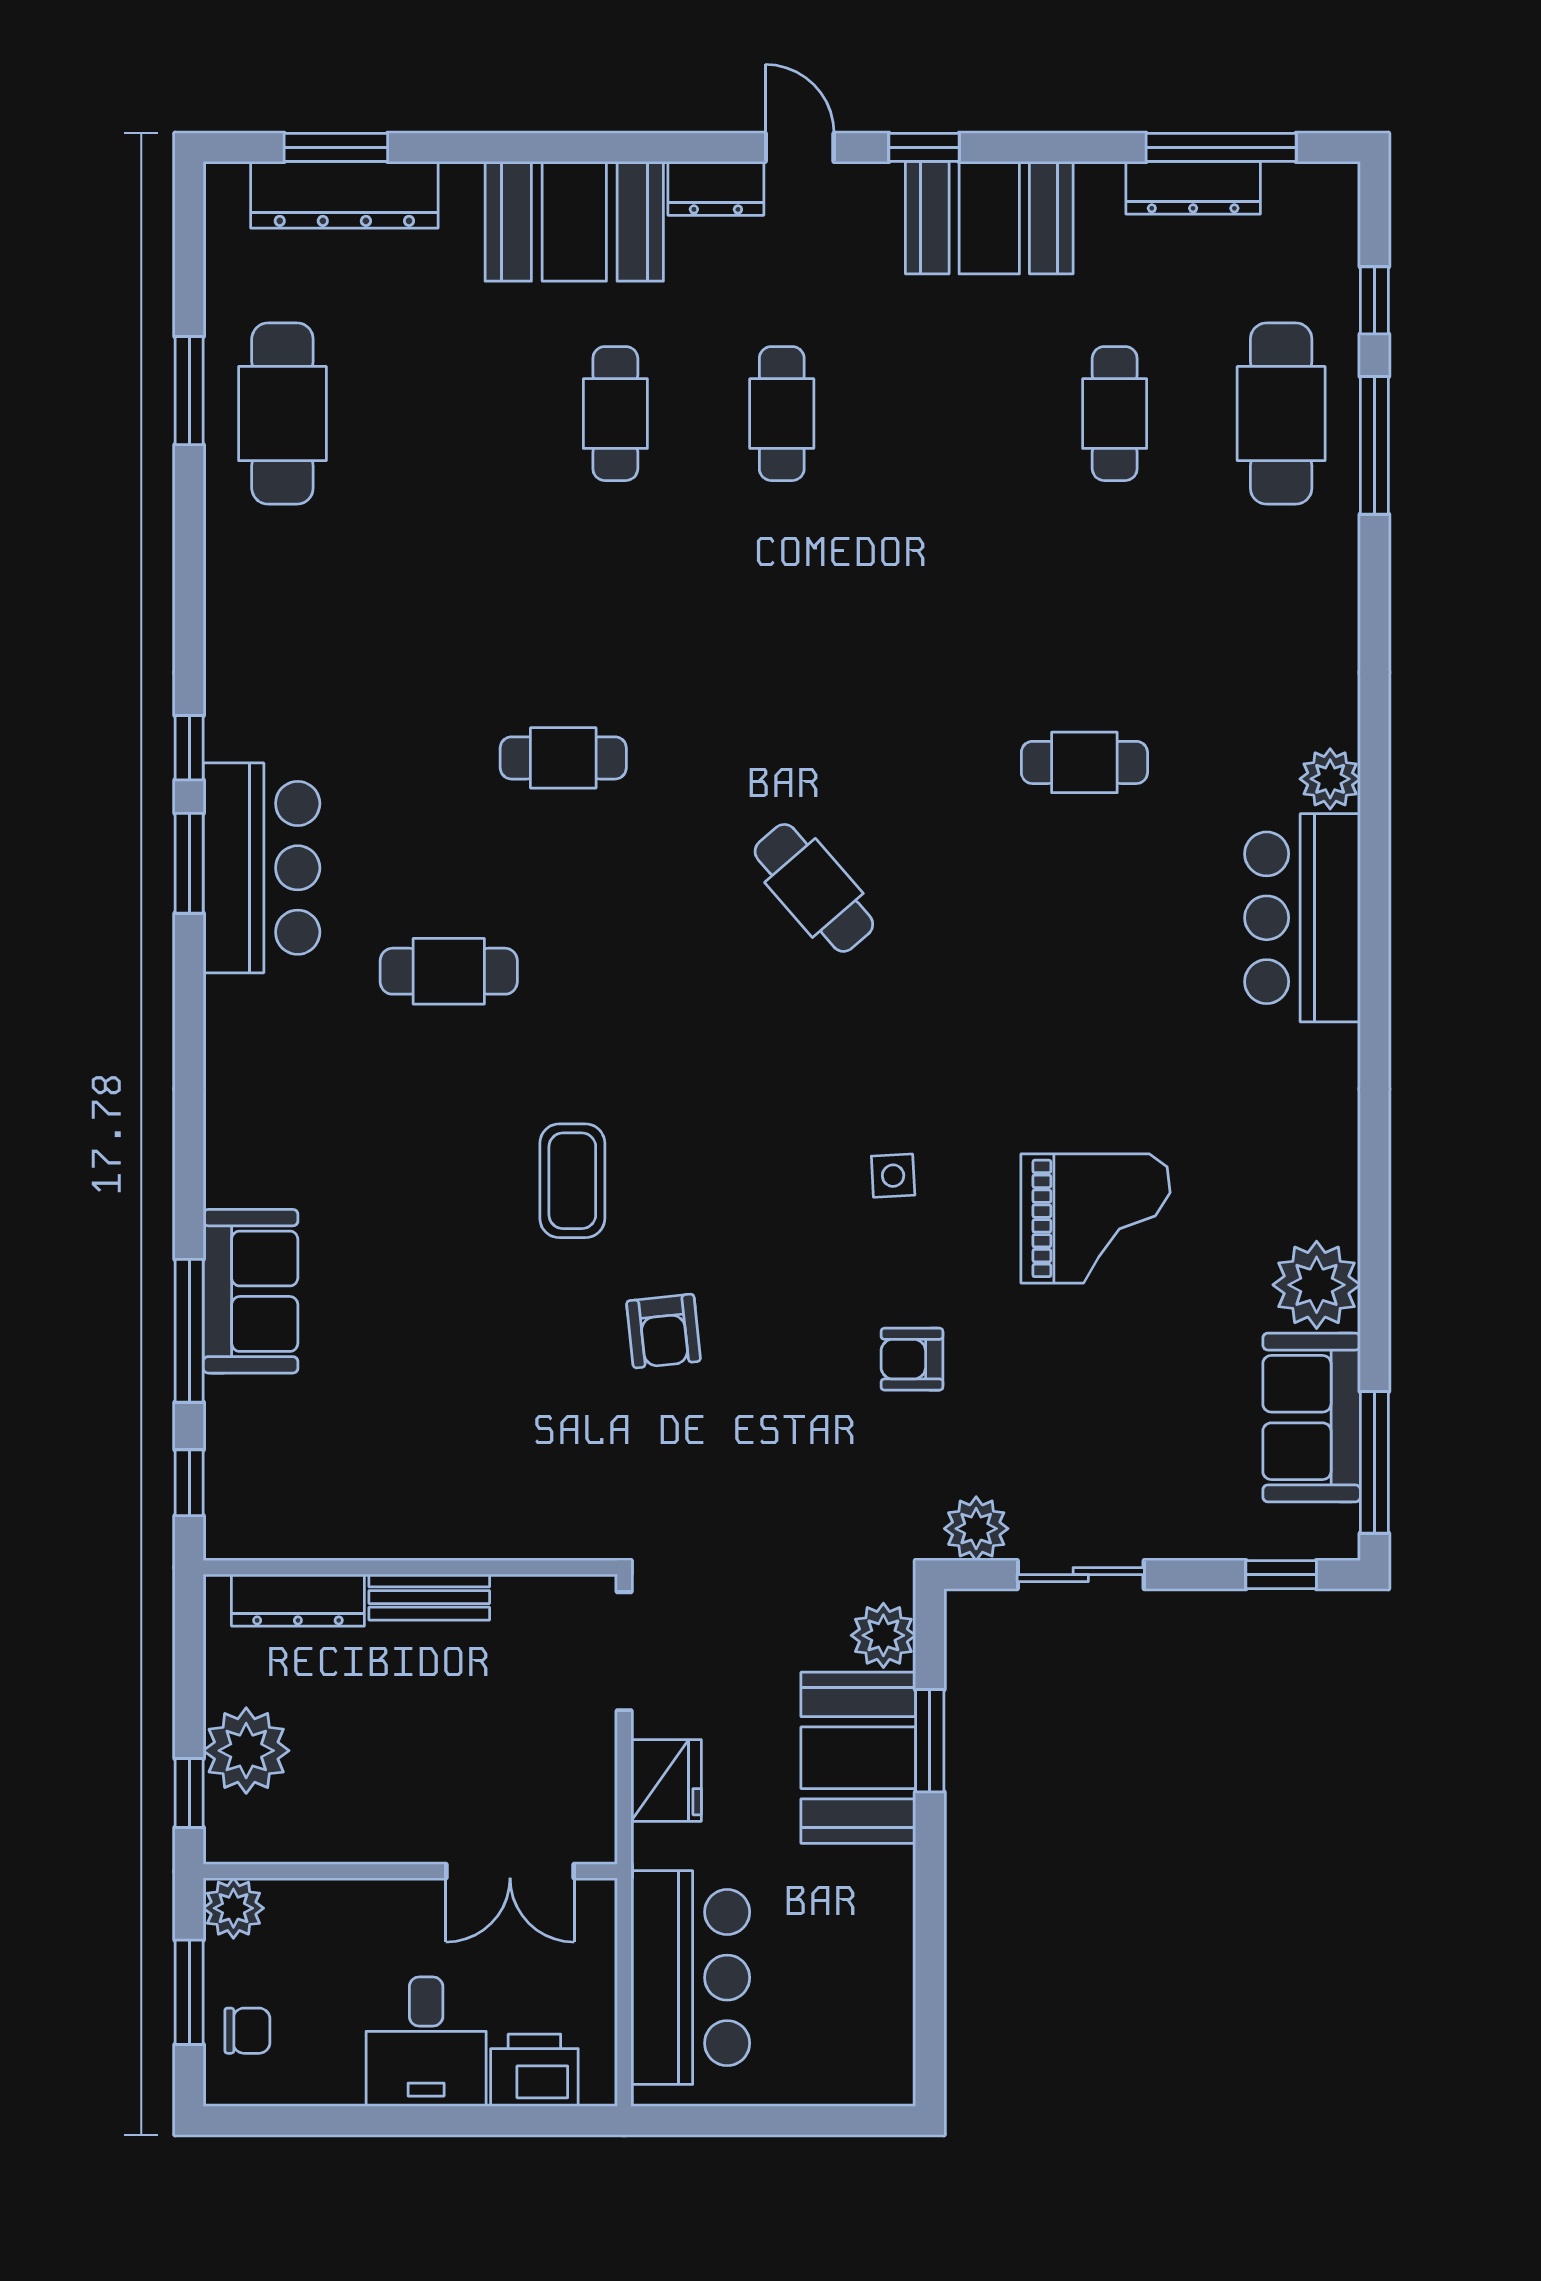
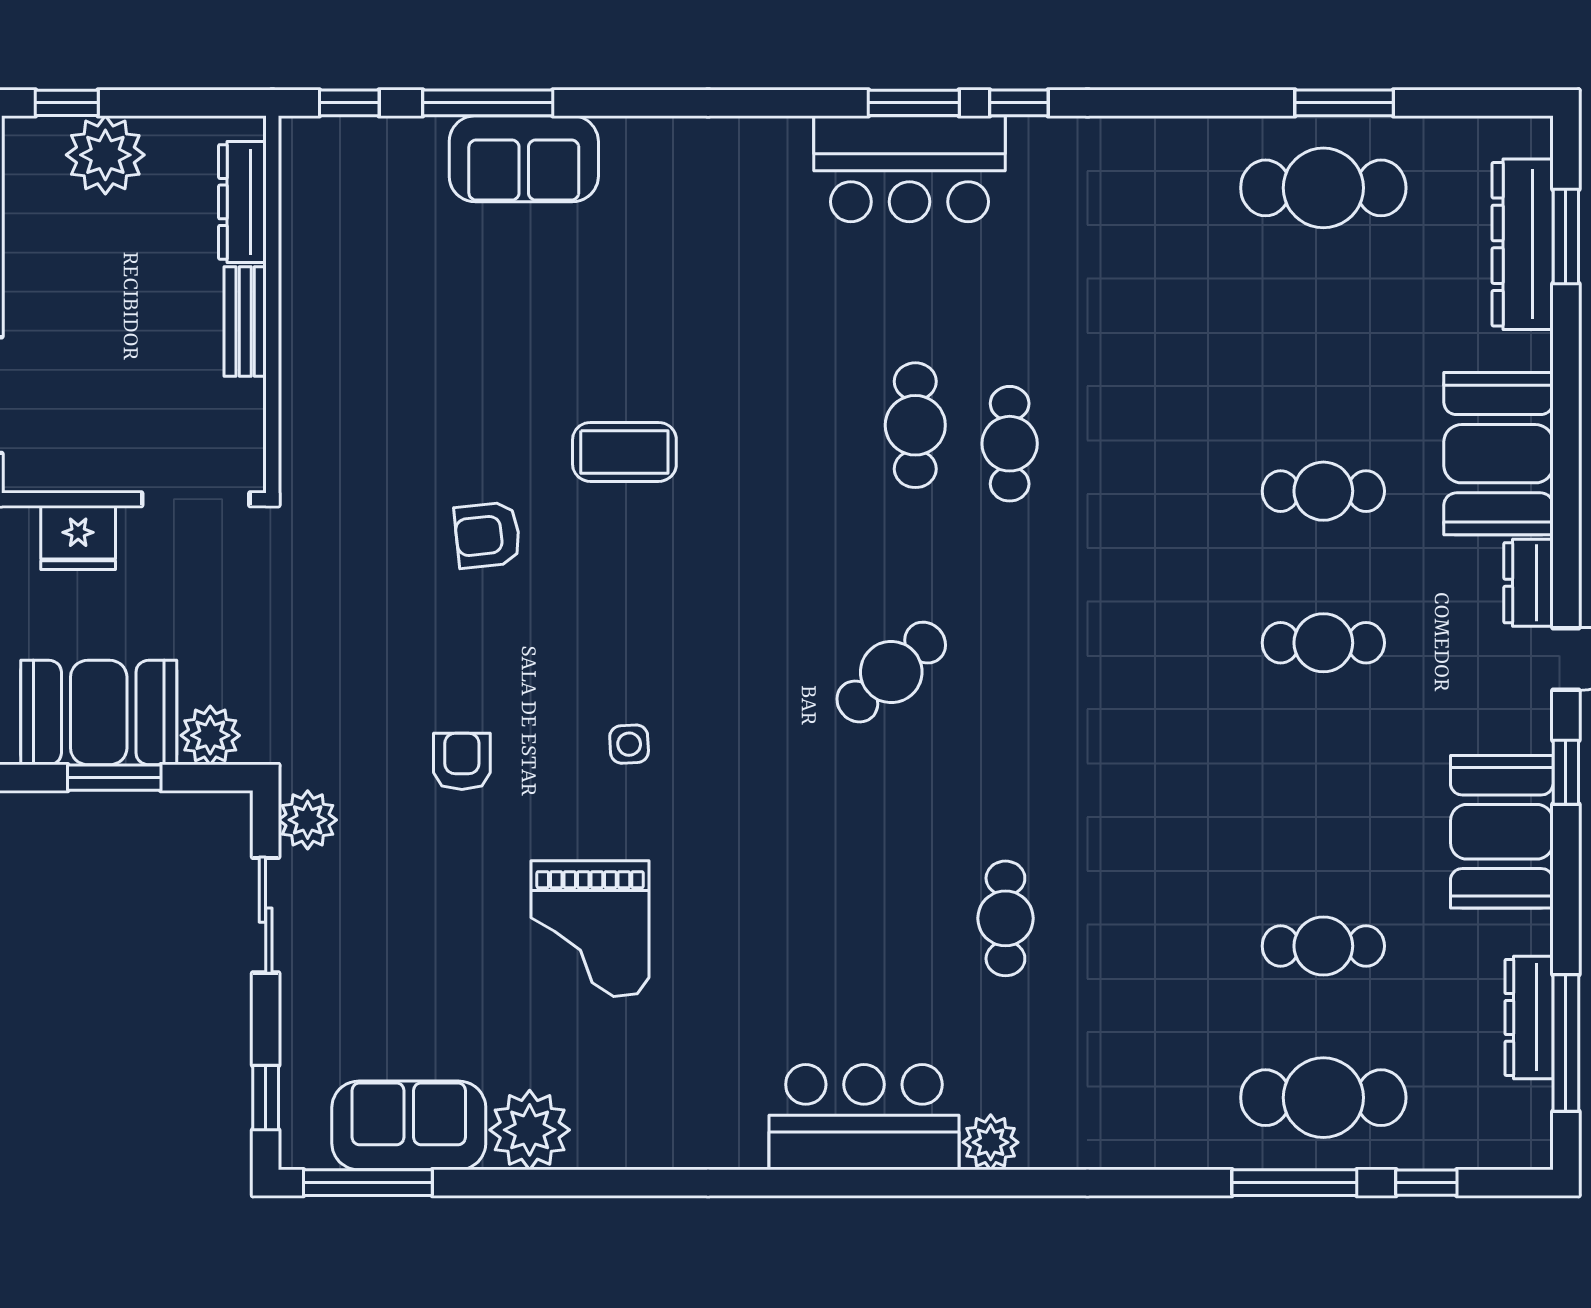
cafe table: (449, 971) -> (915, 425), moved

